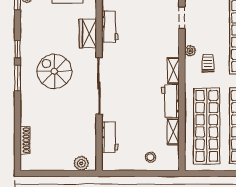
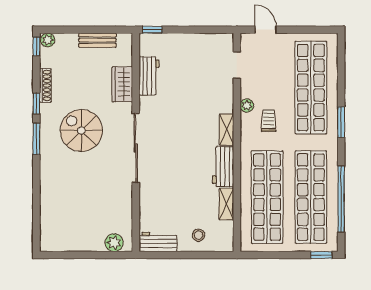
workbench: (110, 137) -> (158, 242), moved, turned -90
shoe rack: (25, 140) -> (45, 85), moved

